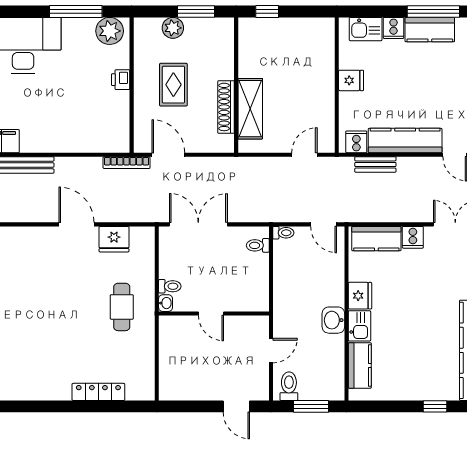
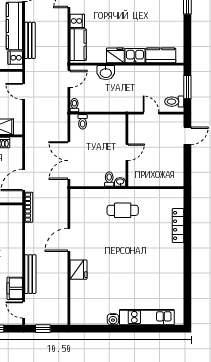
bench: (375, 164) -> (30, 40), width x1.36
fridge: (114, 239) -> (79, 270), moved
washbasin: (333, 320) -> (106, 73), moved

